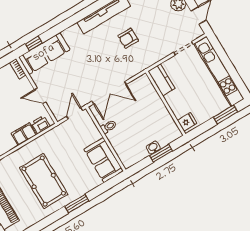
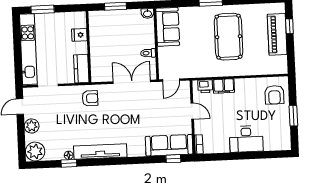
armchair: (128, 38) -> (90, 98), moved
fridge: (187, 122) -> (79, 35), moved
washbasin: (153, 148) -> (148, 13), moved

